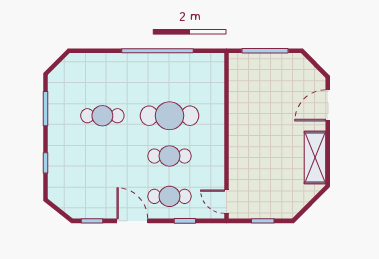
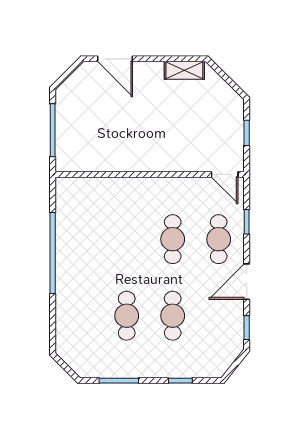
cafe table: (170, 116) -> (173, 316), moved, width x0.73, depth x0.74
shelving: (315, 158) -> (184, 70), width x0.67, depth x0.75
door: (226, 202) -> (225, 174), hinge flipped

